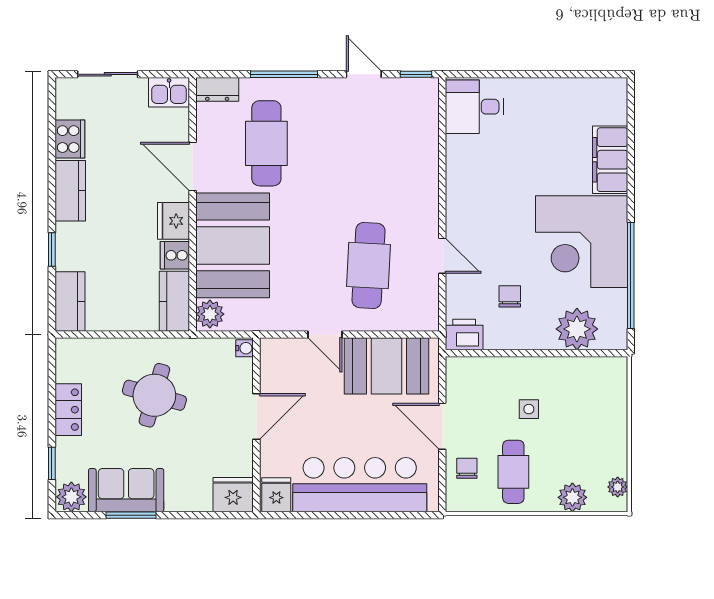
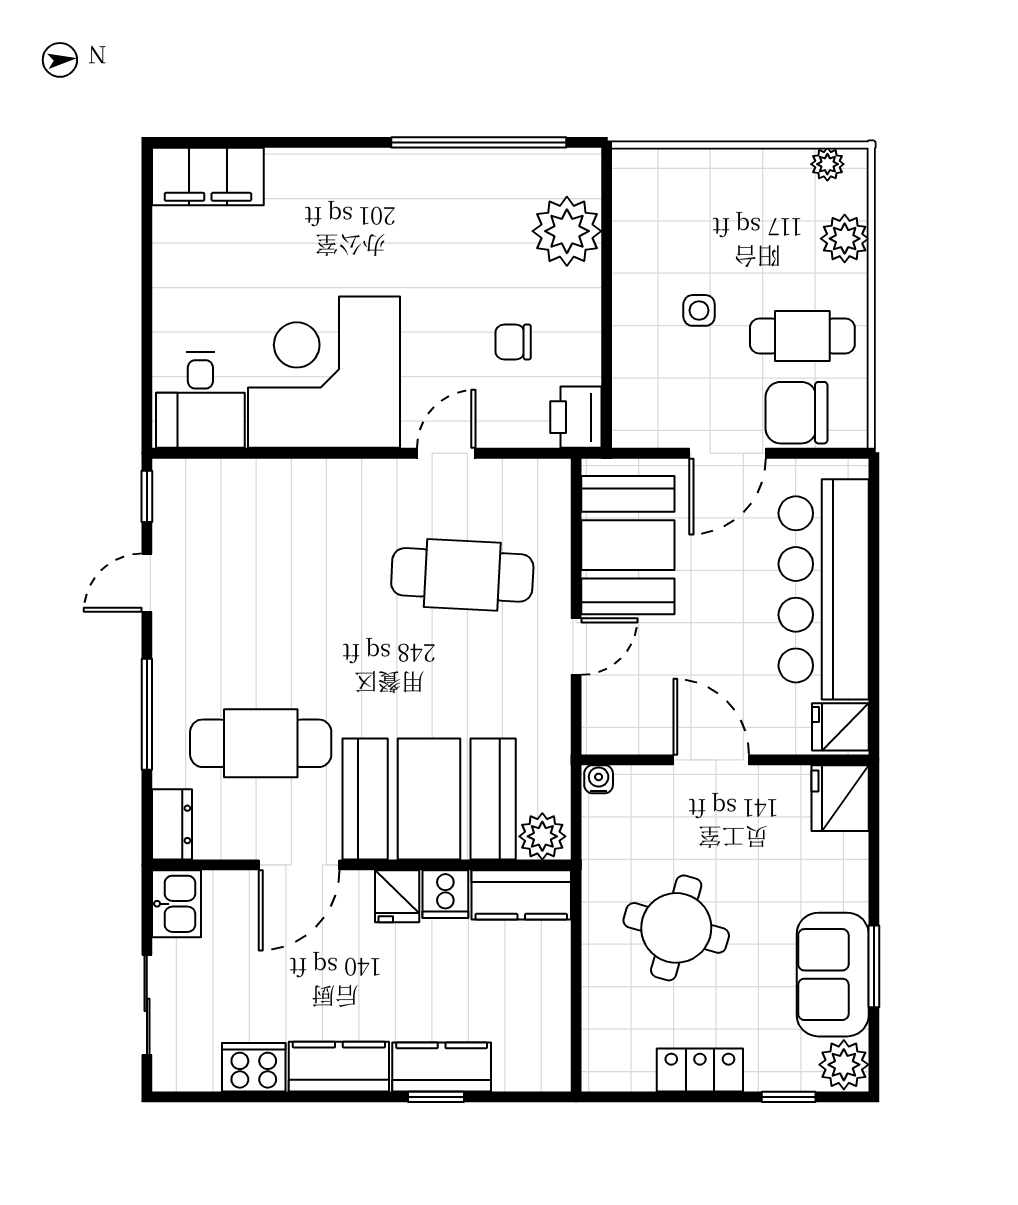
filing cabinet: (610, 160) -> (208, 177), moved
fridge: (174, 221) -> (397, 896), width x0.72
corner desk: (582, 242) -> (324, 372), moved, turned 180
kitchen counter: (70, 301) -> (442, 1067), moved
chair: (467, 468) -> (797, 413), width x1.87, depth x1.87

